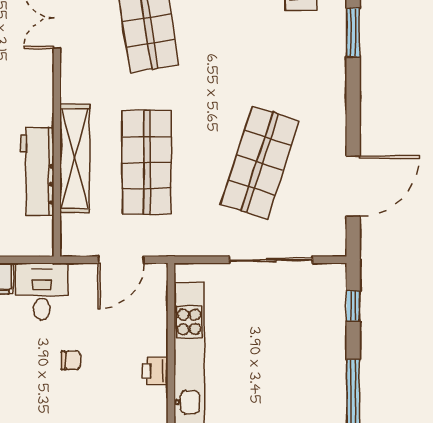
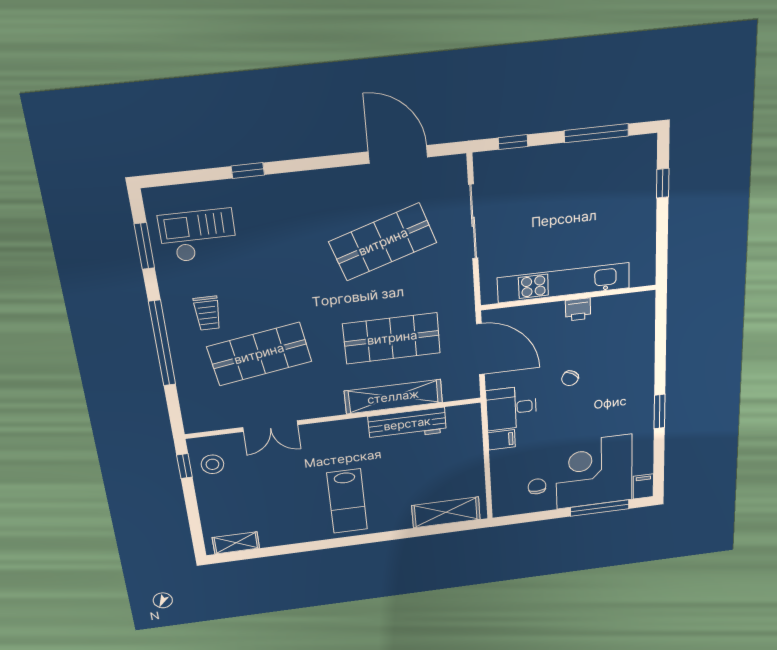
window: (353, 33) -> (248, 170), width x0.67
shop shelf: (260, 162) -> (383, 242), turned -36
door: (121, 260) -> (480, 349), width x1.36
chair: (71, 360) -> (570, 378), turned -148

